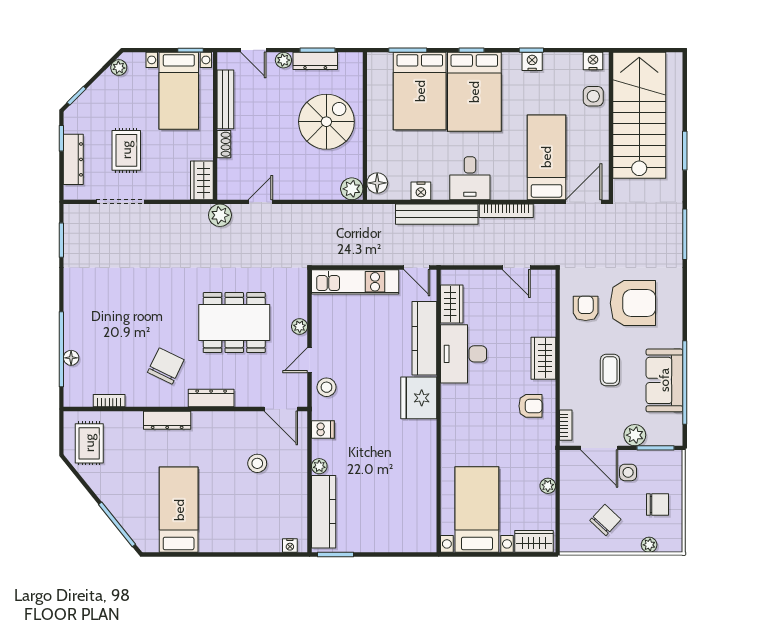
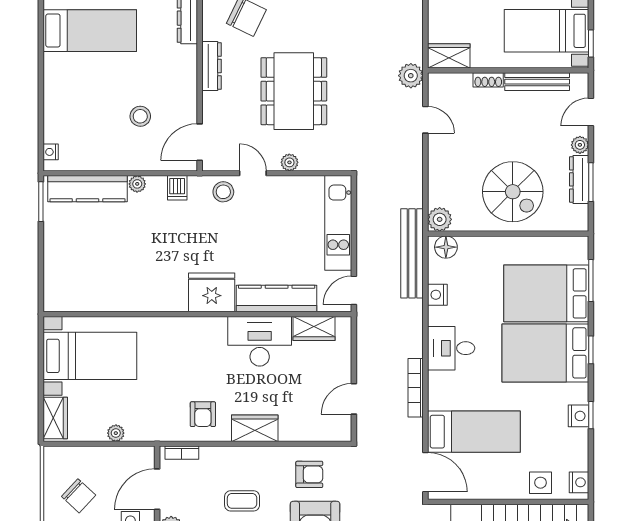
bench: (437, 214) -> (412, 253), moved

